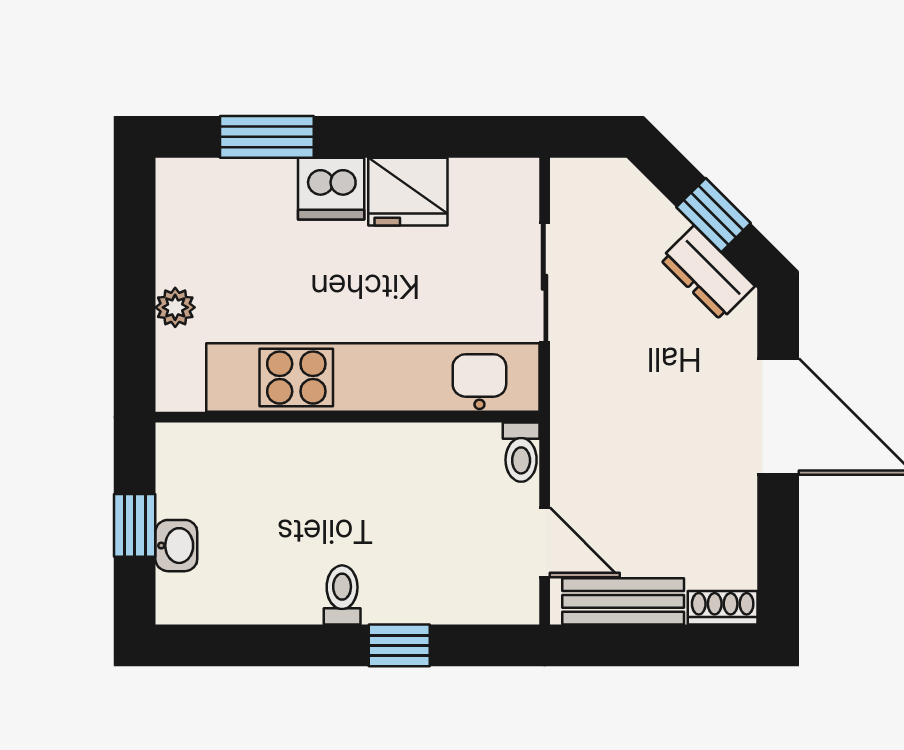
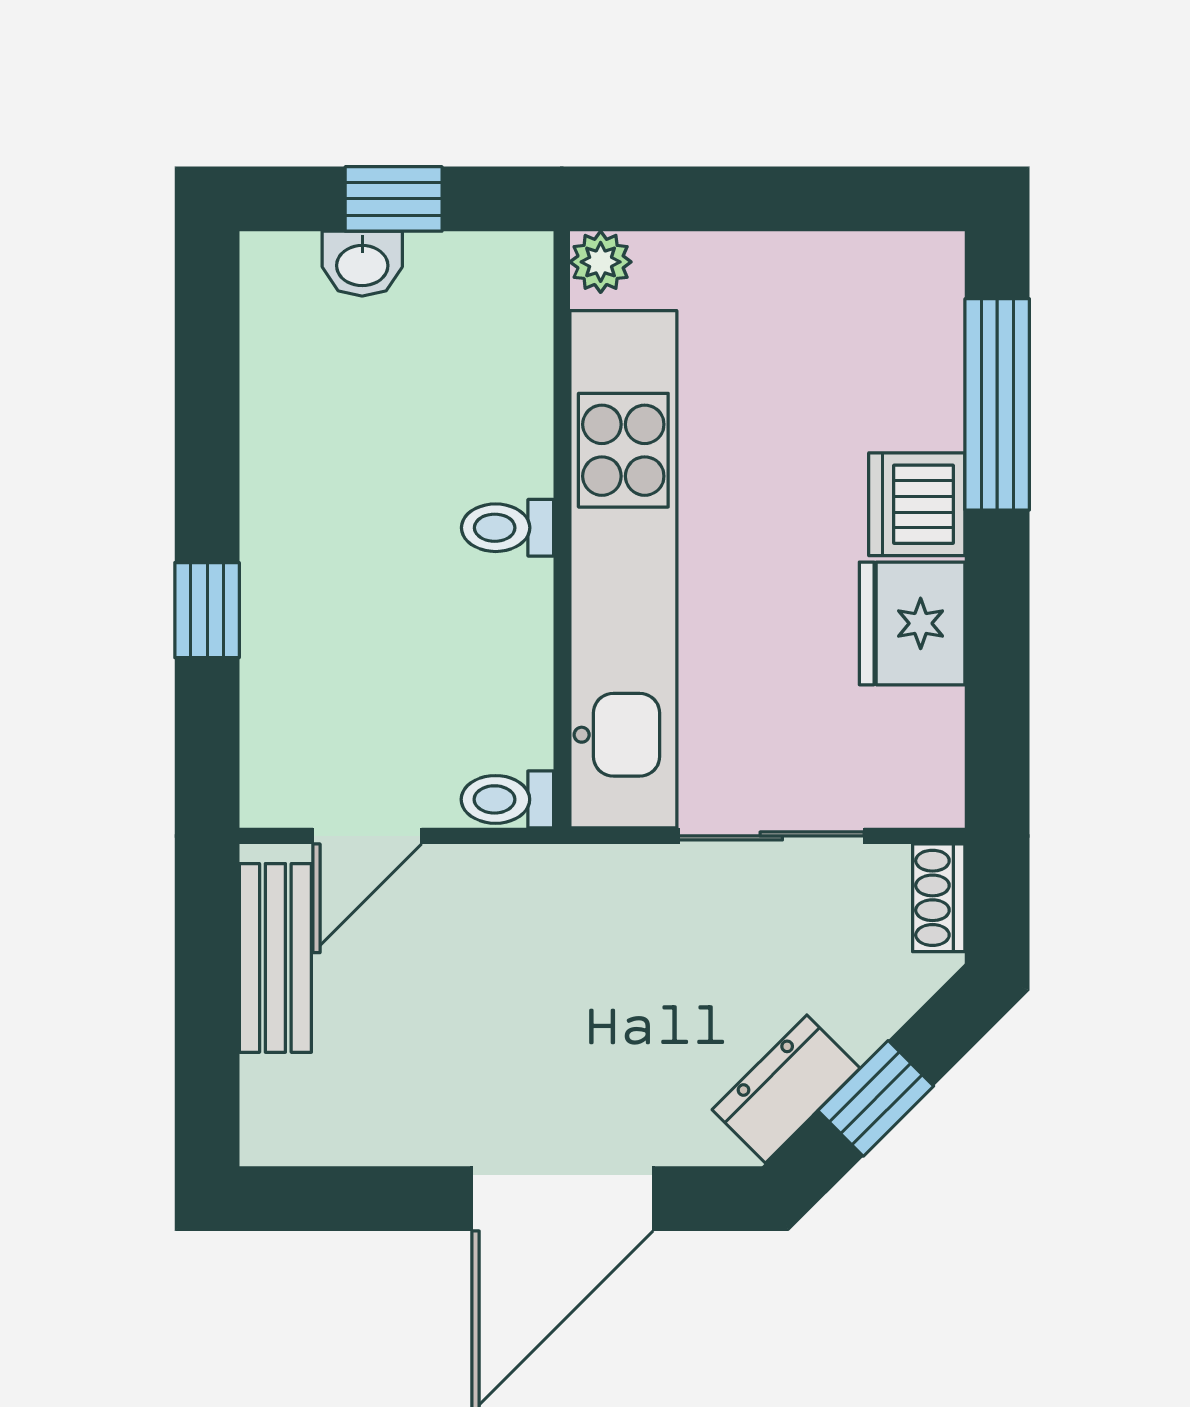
window: (267, 137) -> (997, 404), width x1.44
plant: (175, 307) -> (601, 262), moved
toilet: (342, 595) -> (508, 528), moved, turned 180
shoe rack: (723, 608) -> (939, 898), moved, turned 180

